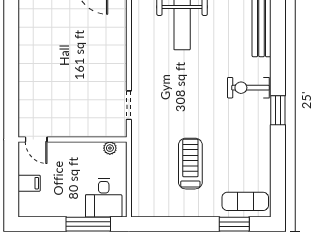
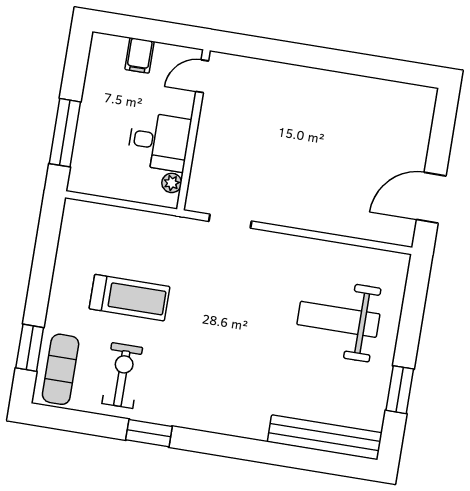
exercise bike: (248, 88) -> (122, 375), moved
window: (278, 110) -> (149, 433), moved
desk: (104, 198) -> (159, 142), moved, turned 180

